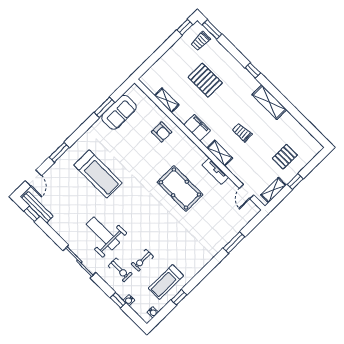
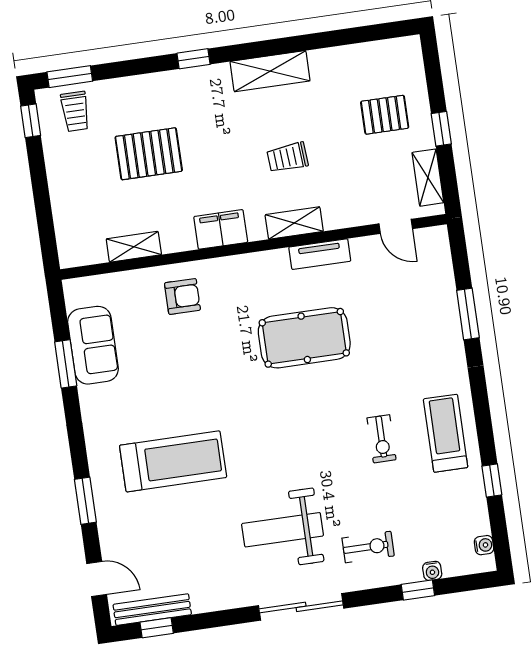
pallet: (285, 157) -> (385, 115), turned 90
exercise bike: (142, 260) -> (382, 439), moved
treadmill: (166, 282) -> (446, 433), moved, turned 180

